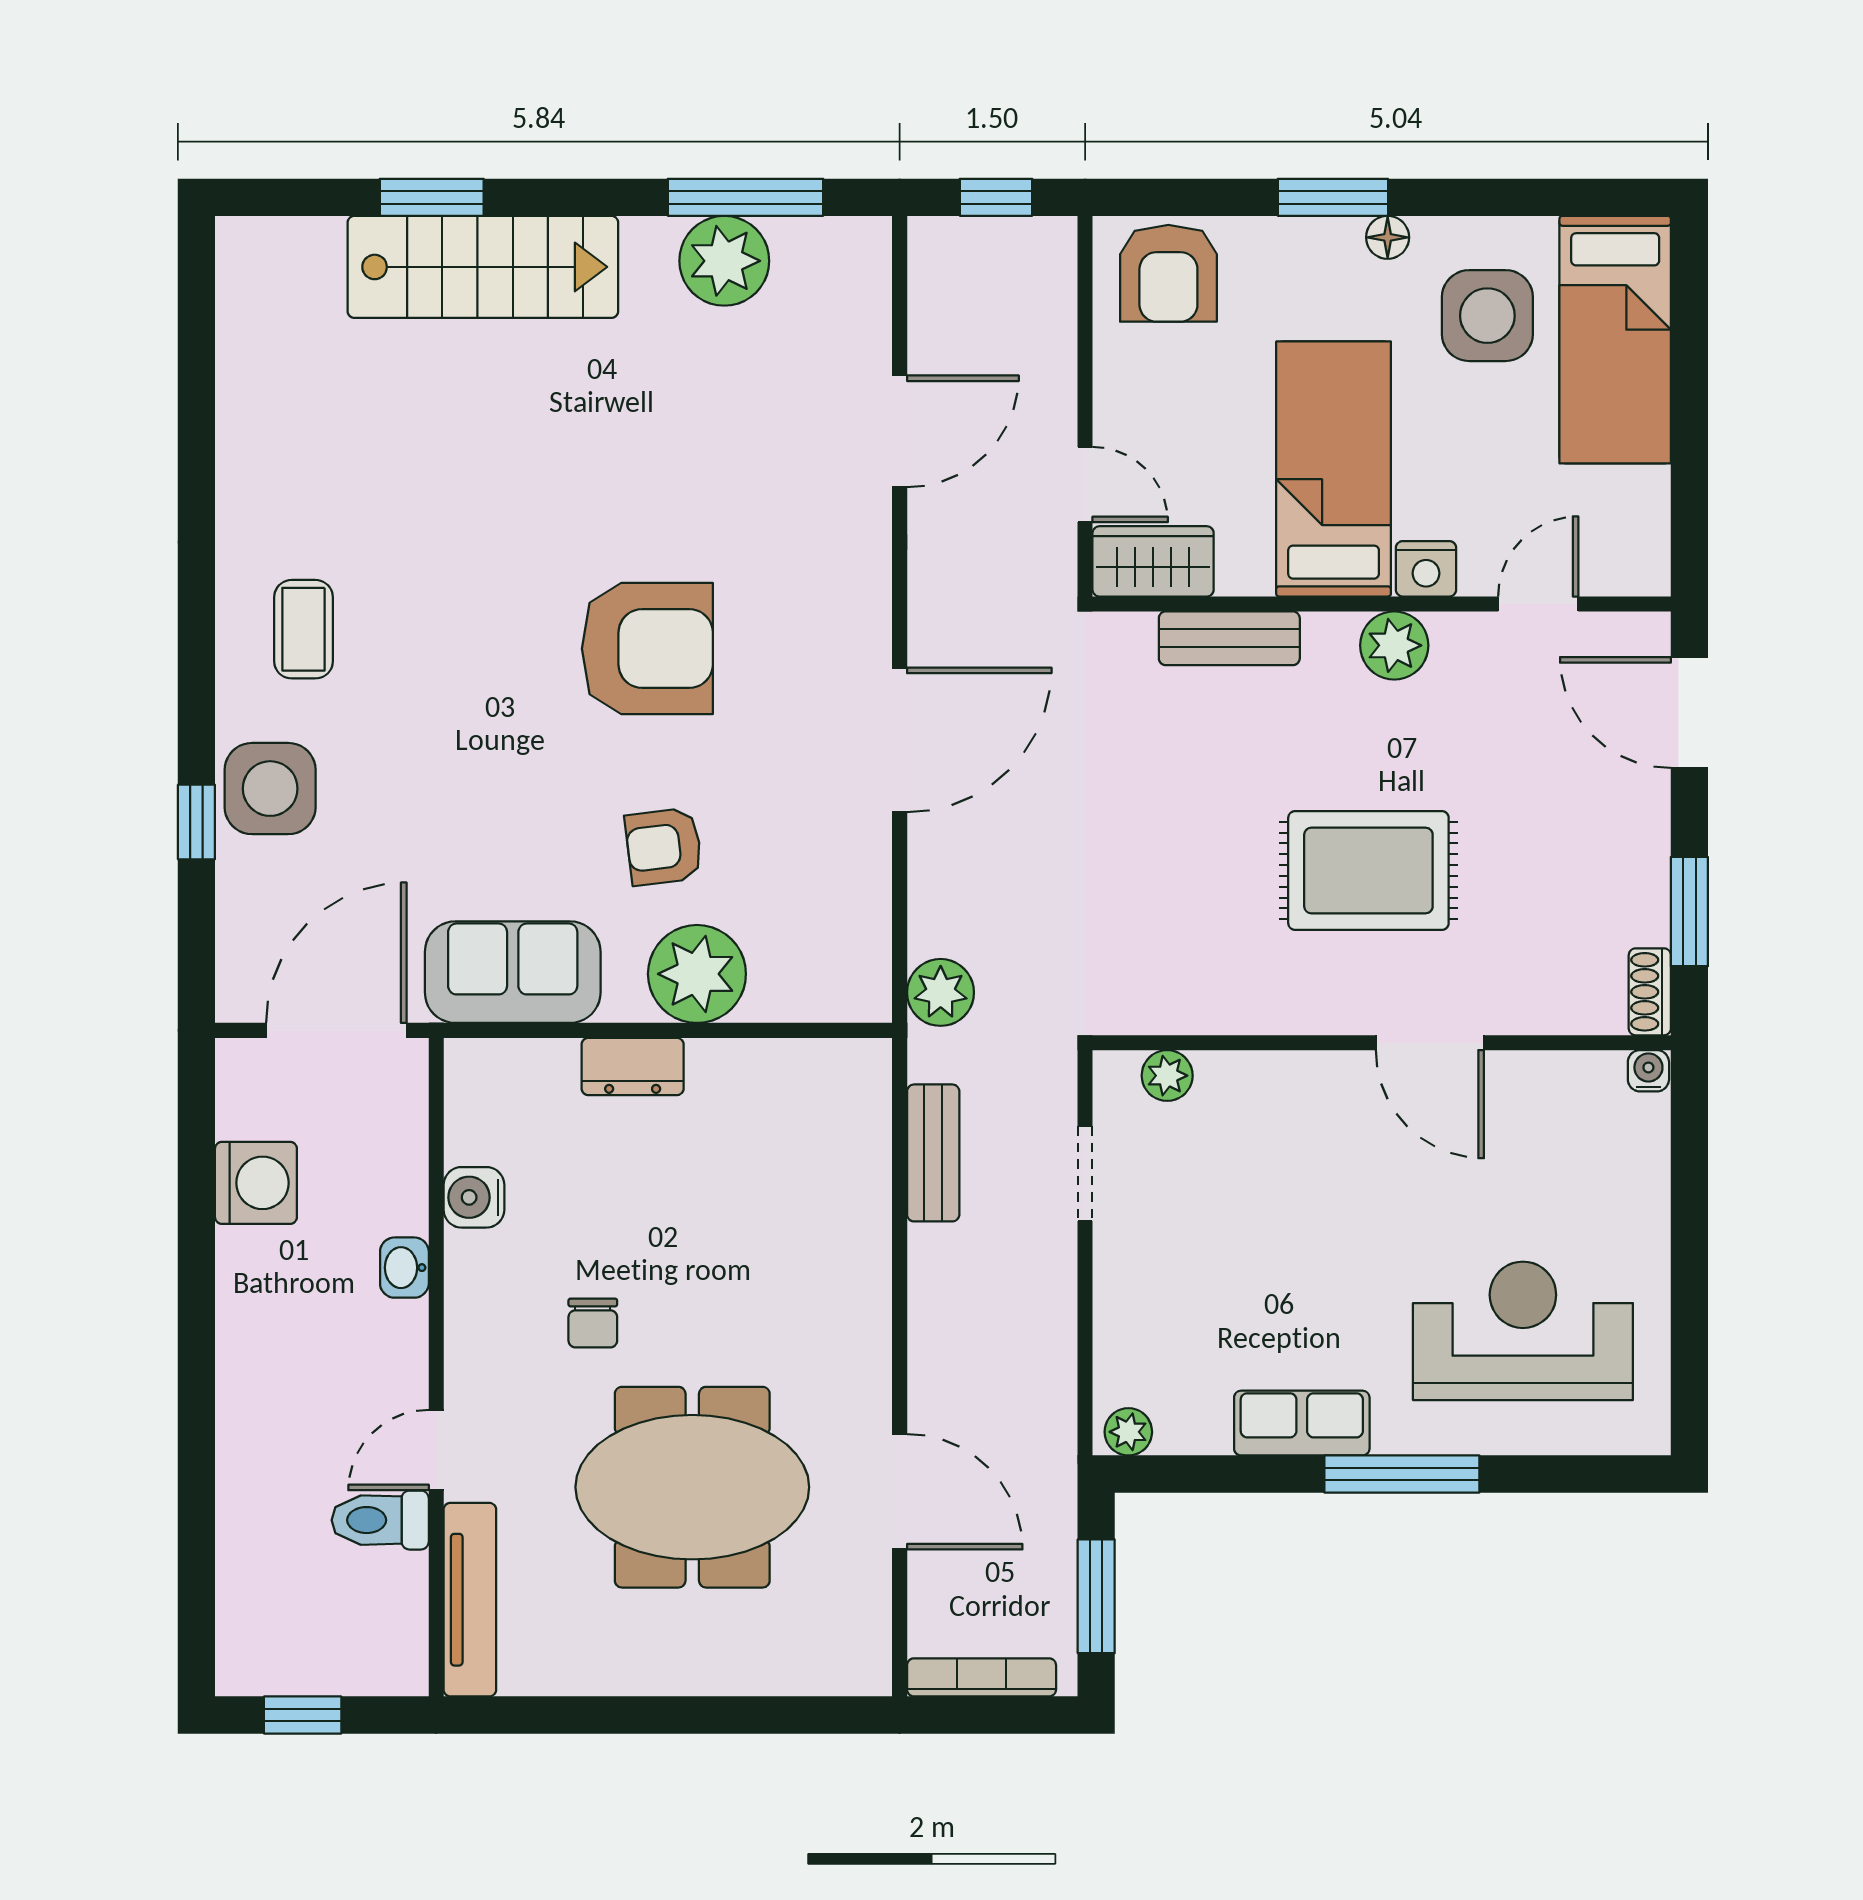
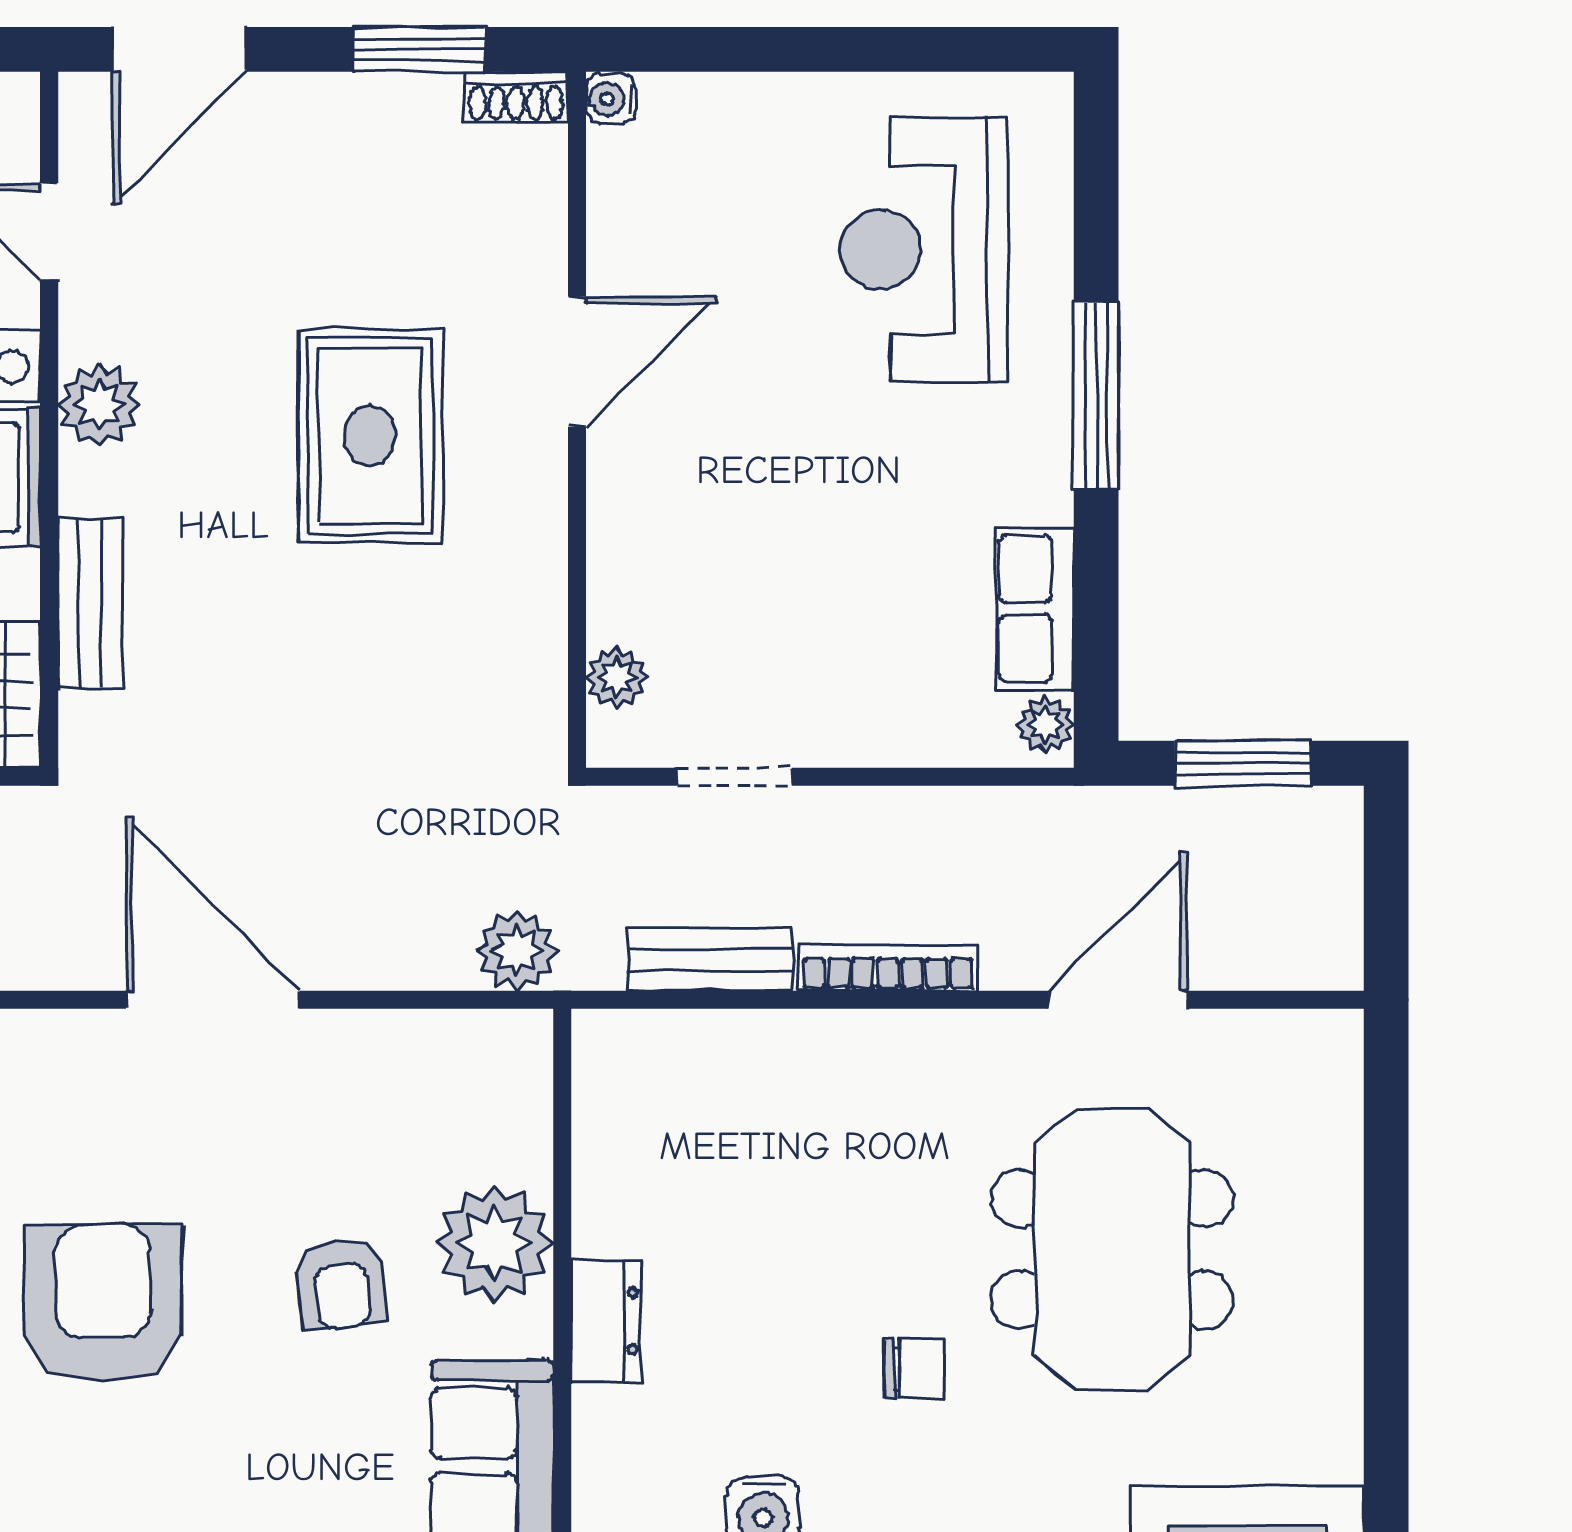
row of seats: (1302, 1423) -> (1035, 609), moved
bookcase: (982, 1677) -> (888, 968), moved, turned 90

